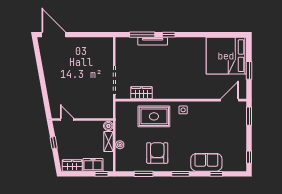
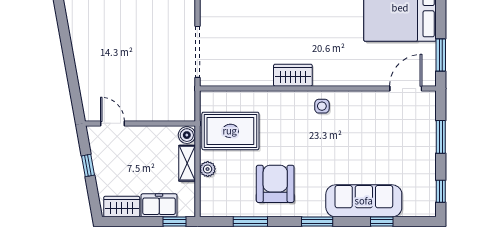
window: (249, 70) -> (441, 55), moved
wardrobe: (141, 93) -> (293, 75), moved
rug: (154, 116) -> (230, 131), moved
window: (249, 116) -> (441, 137), moved
sofa: (206, 162) -> (364, 201), width x1.36

